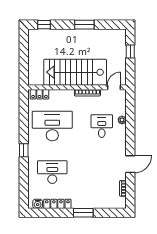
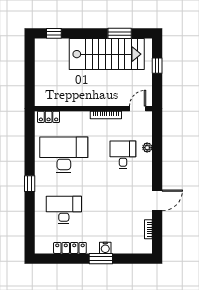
window: (84, 25) -> (120, 33), moved
stairs: (75, 72) -> (107, 54), moved, turned 180
water cooler: (38, 204) -> (105, 248), moved

